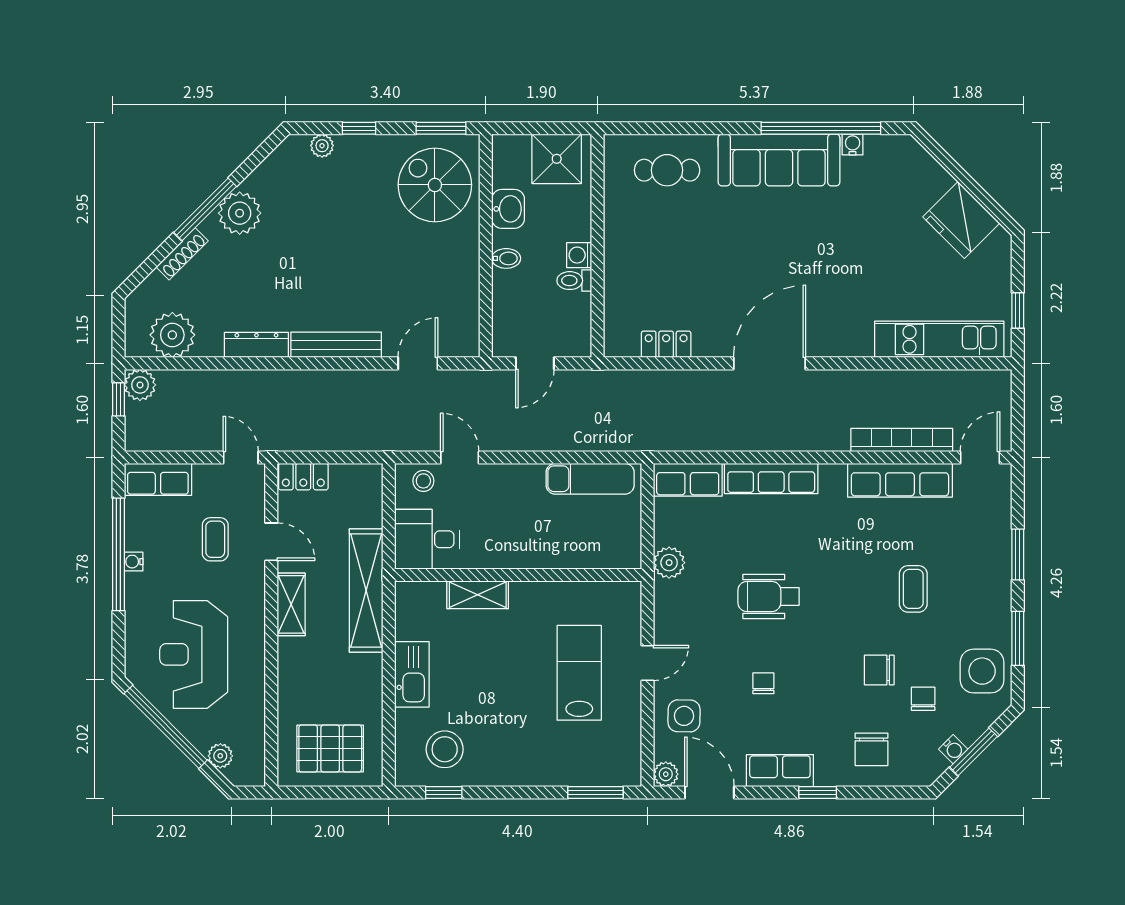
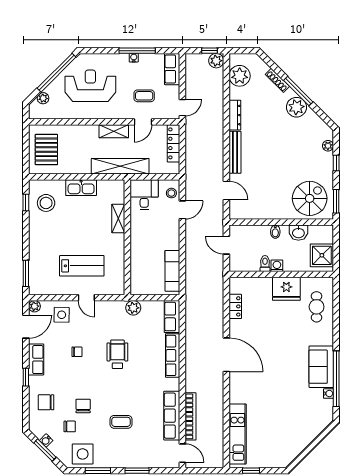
sofa: (779, 160) -> (321, 367), width x0.73
fridge: (961, 220) -> (286, 289), moved, turned -135
locker: (303, 477) -> (173, 143), width x1.53
window: (118, 554) -> (137, 51), width x0.68

